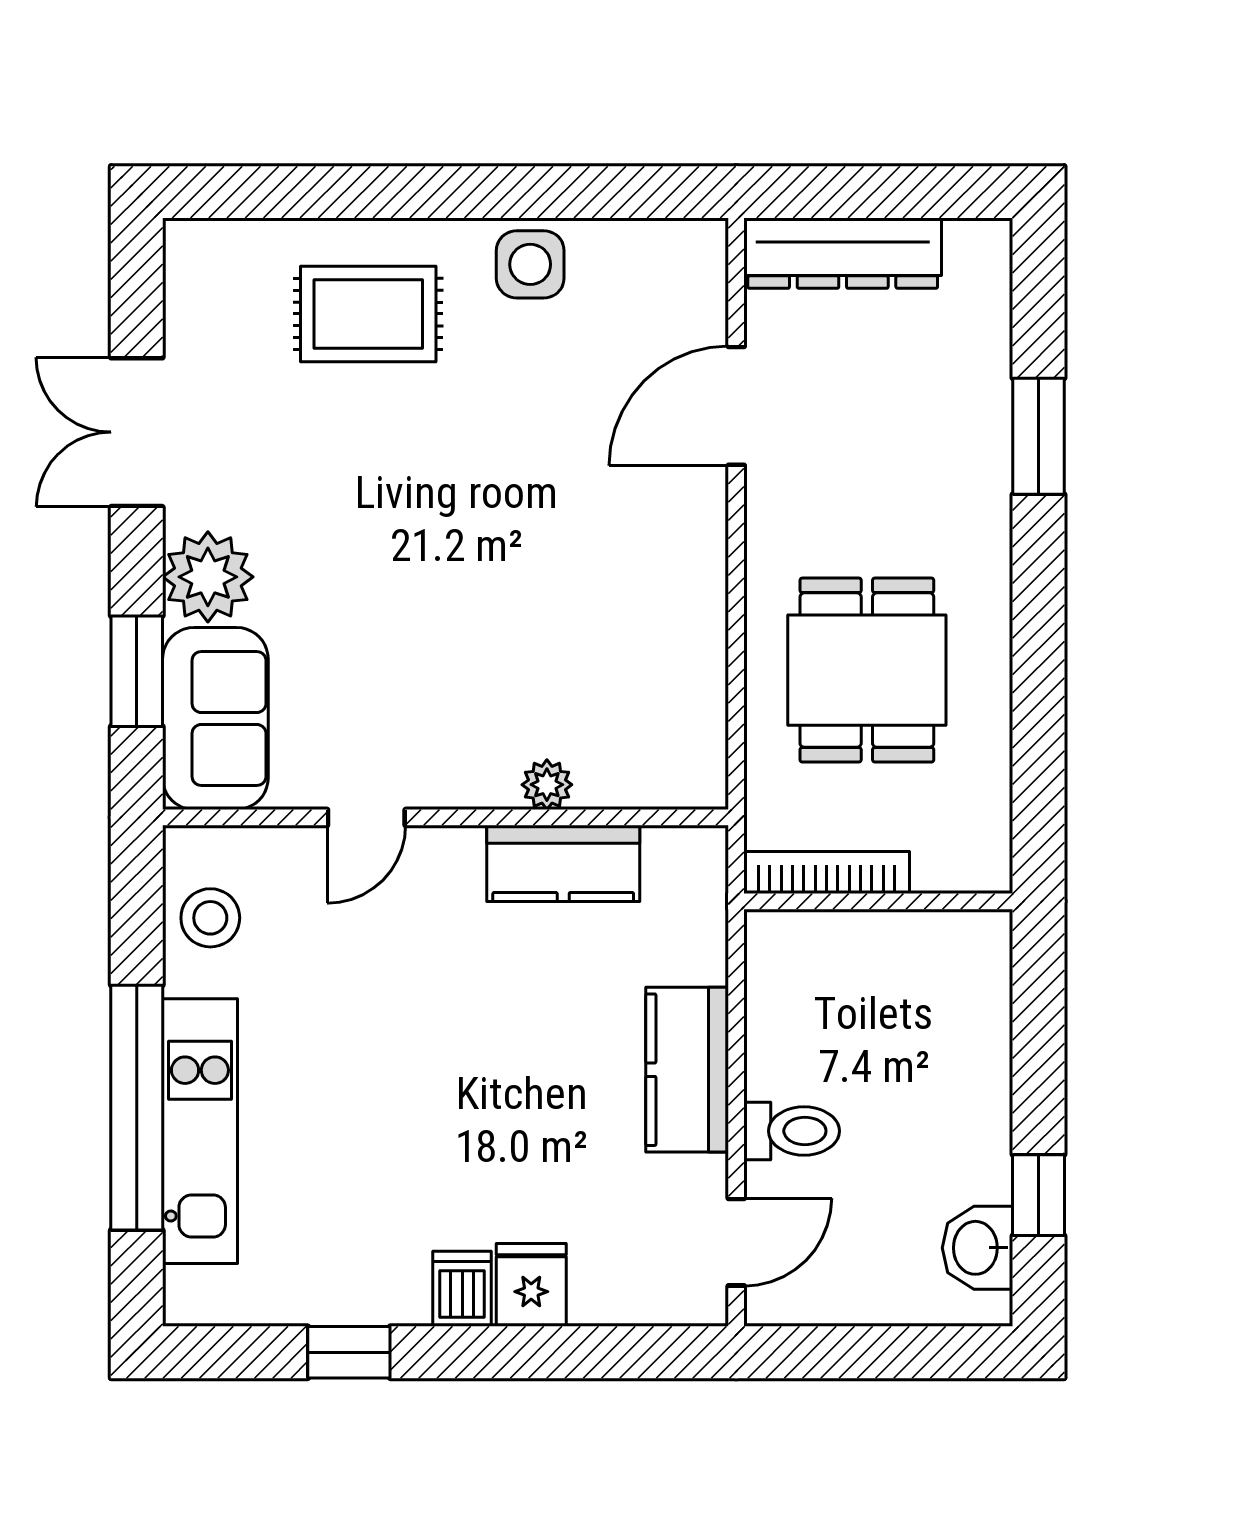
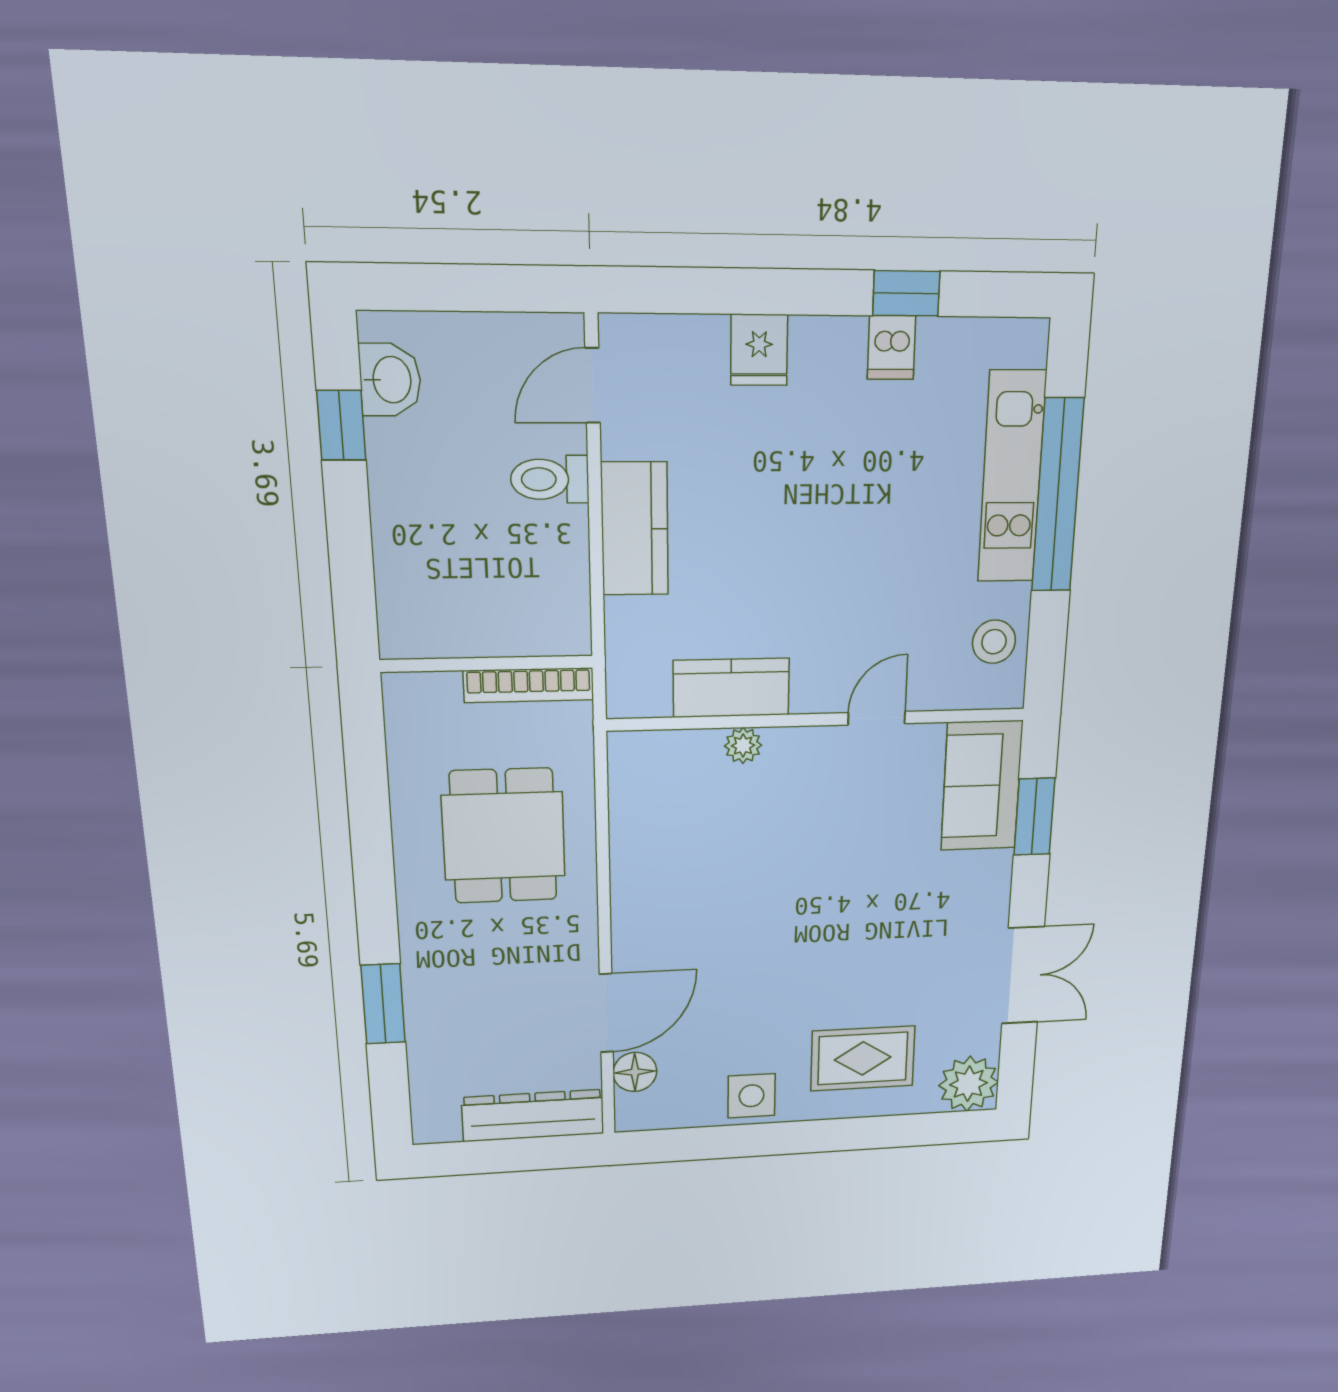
floor lamp: (698, 313) -> (635, 1072), added
plant: (208, 577) -> (969, 1084), moved
dishwasher: (462, 1289) -> (891, 348), moved

